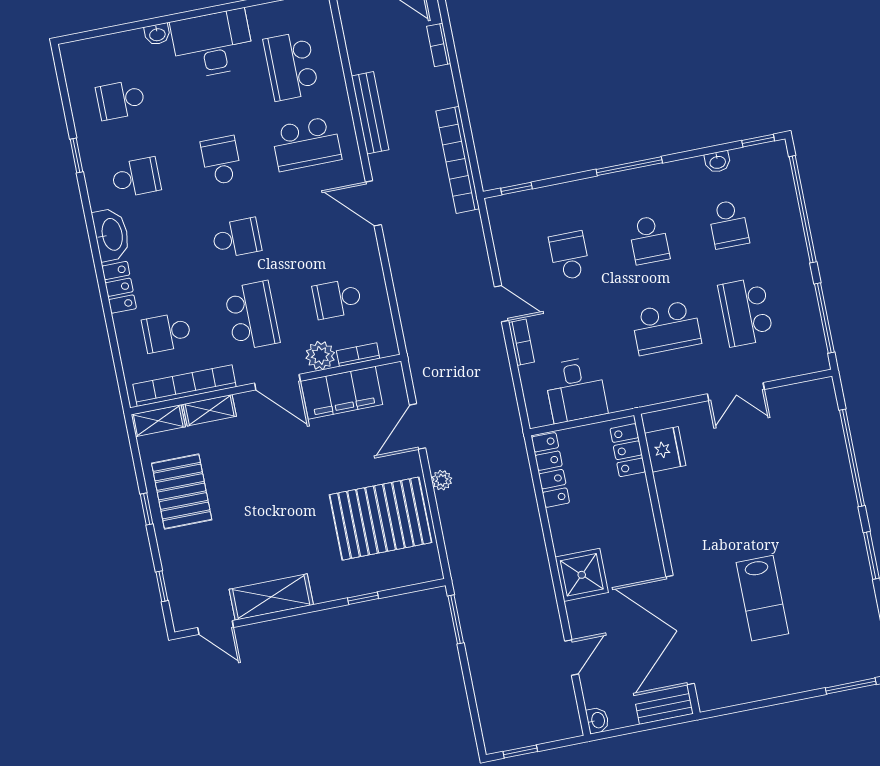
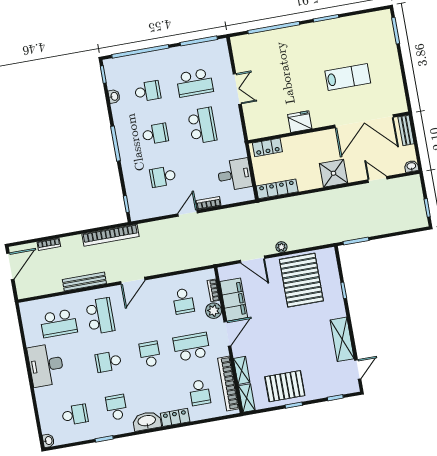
washbasin: (157, 34) -> (48, 441), moved
school desk: (121, 100) -> (75, 415), turned -90
fridge: (665, 449) -> (300, 122), moved

